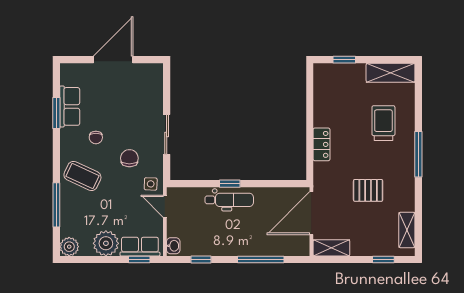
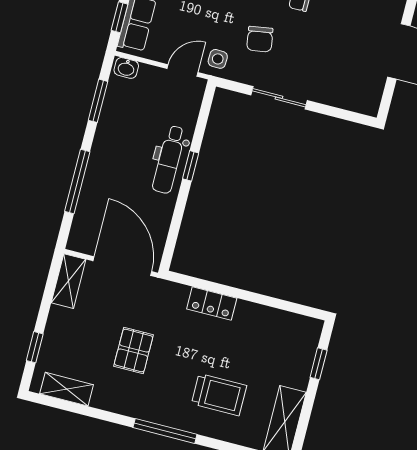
chair: (129, 158) -> (260, 39), turned 81
window: (201, 260) -> (98, 101), width x1.50

